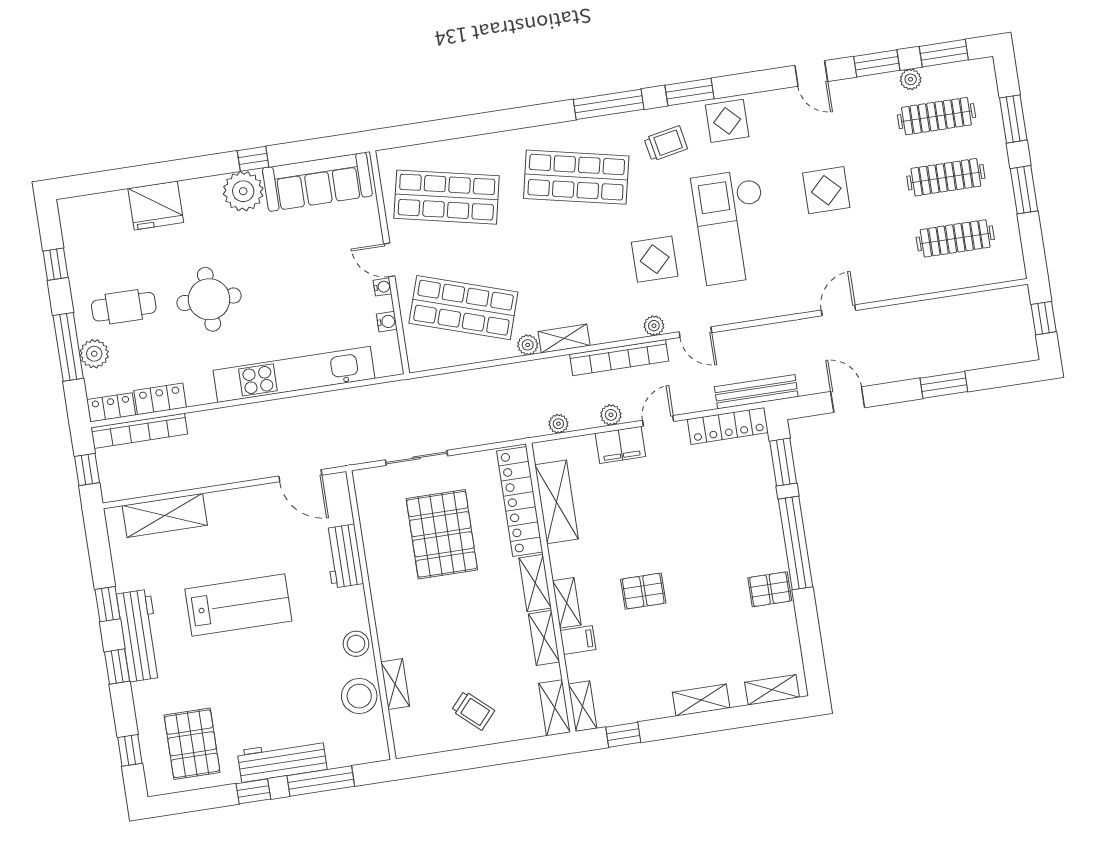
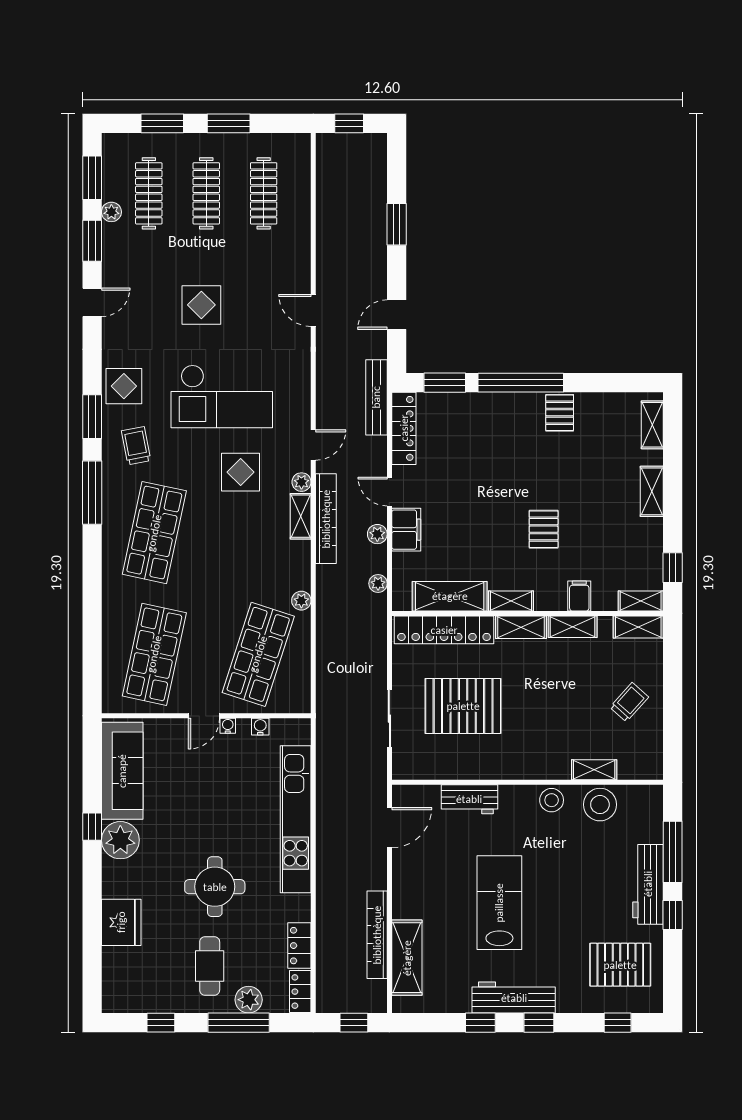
shelving: (564, 339) -> (301, 516), moved
bookcase: (139, 431) -> (377, 935), moved, turned 180
shelving: (567, 603) -> (511, 601), moved

